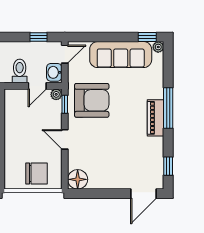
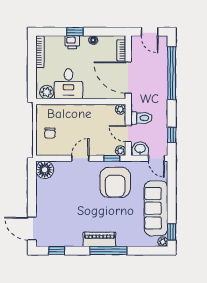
plant: (10, 94) -> (120, 109), added
chair: (37, 173) -> (50, 133), width x0.54, depth x0.54

